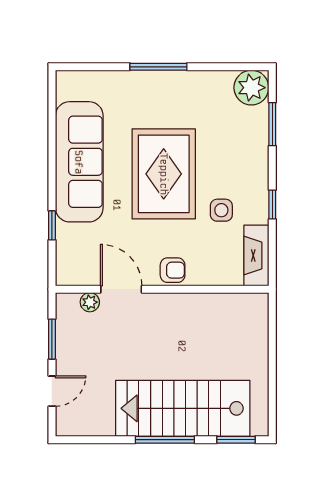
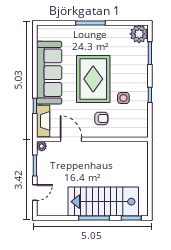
fireplace: (256, 255) -> (43, 121), moved, turned 180
armchair: (173, 270) -> (101, 118), moved
plant: (90, 302) -> (42, 146), moved

